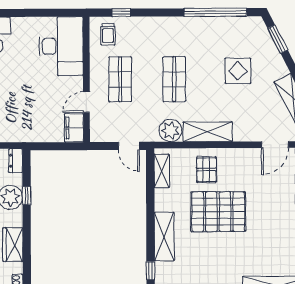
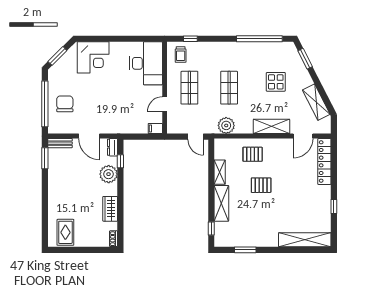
filing cabinet: (74, 128) -> (155, 129), width x0.50
shelving: (208, 132) -> (271, 126), moved
pallet: (206, 170) -> (253, 154), turned 90
shelving: (162, 171) -> (220, 172), moved
window: (27, 196) -> (120, 161), moved
pallet: (218, 212) -> (261, 185), width x0.49, depth x0.50

